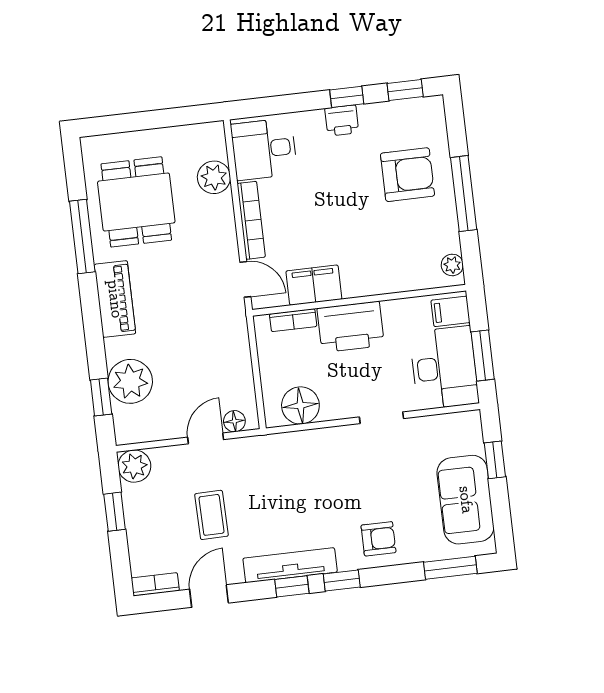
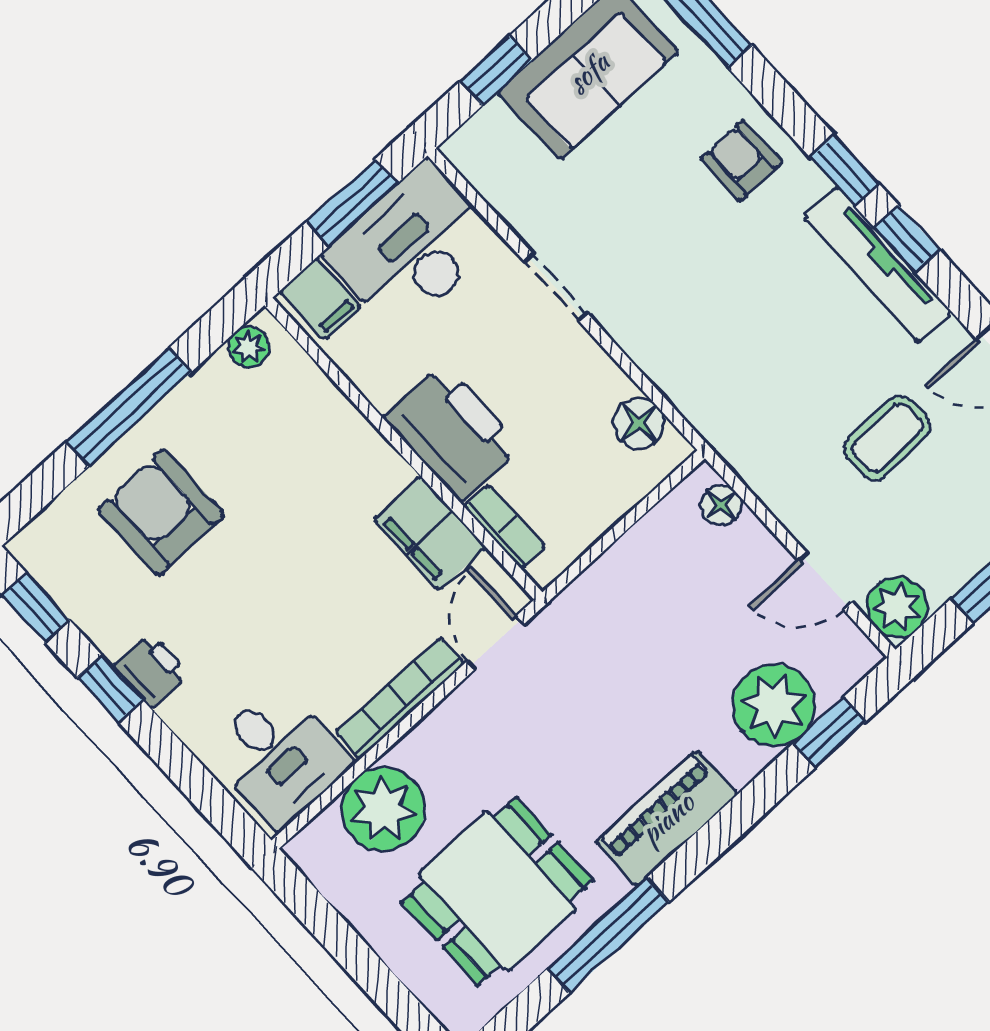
plant: (214, 177) -> (383, 809), width x1.36, depth x1.36
floor lamp: (300, 405) -> (639, 423), width x0.73, depth x0.73
door: (206, 438) -> (825, 581), moved

